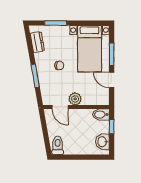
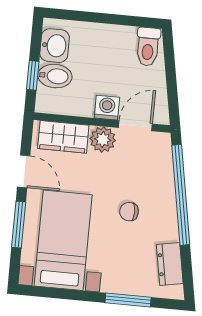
window: (35, 76) -> (181, 195), width x2.11
wardrobe: (94, 98) -> (63, 137), added
door: (60, 107) -> (135, 126), hinge flipped
washing machine: (75, 114) -> (107, 108), added
bidet: (101, 115) -> (55, 76), moved

